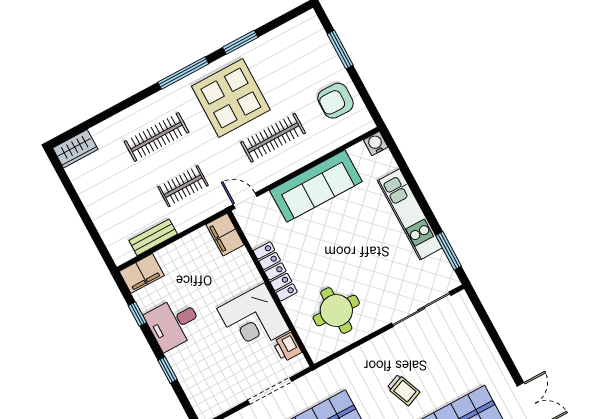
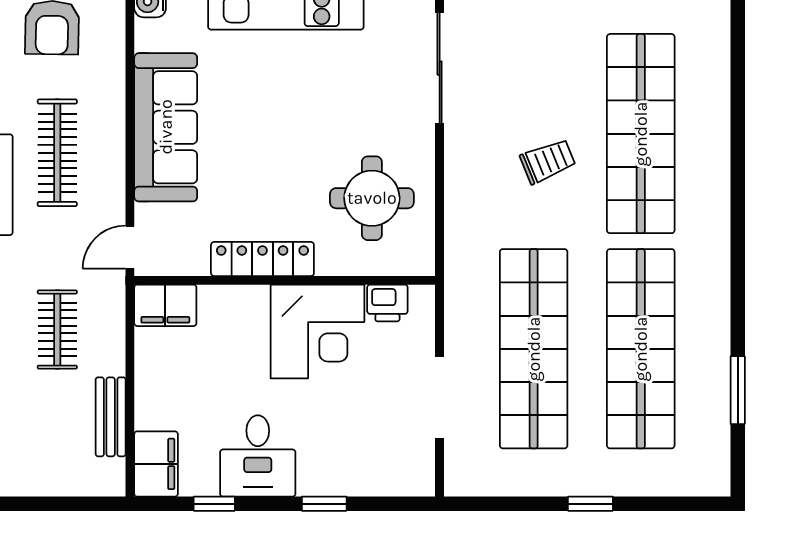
doorway: (270, 391) -> (440, 398), moved

